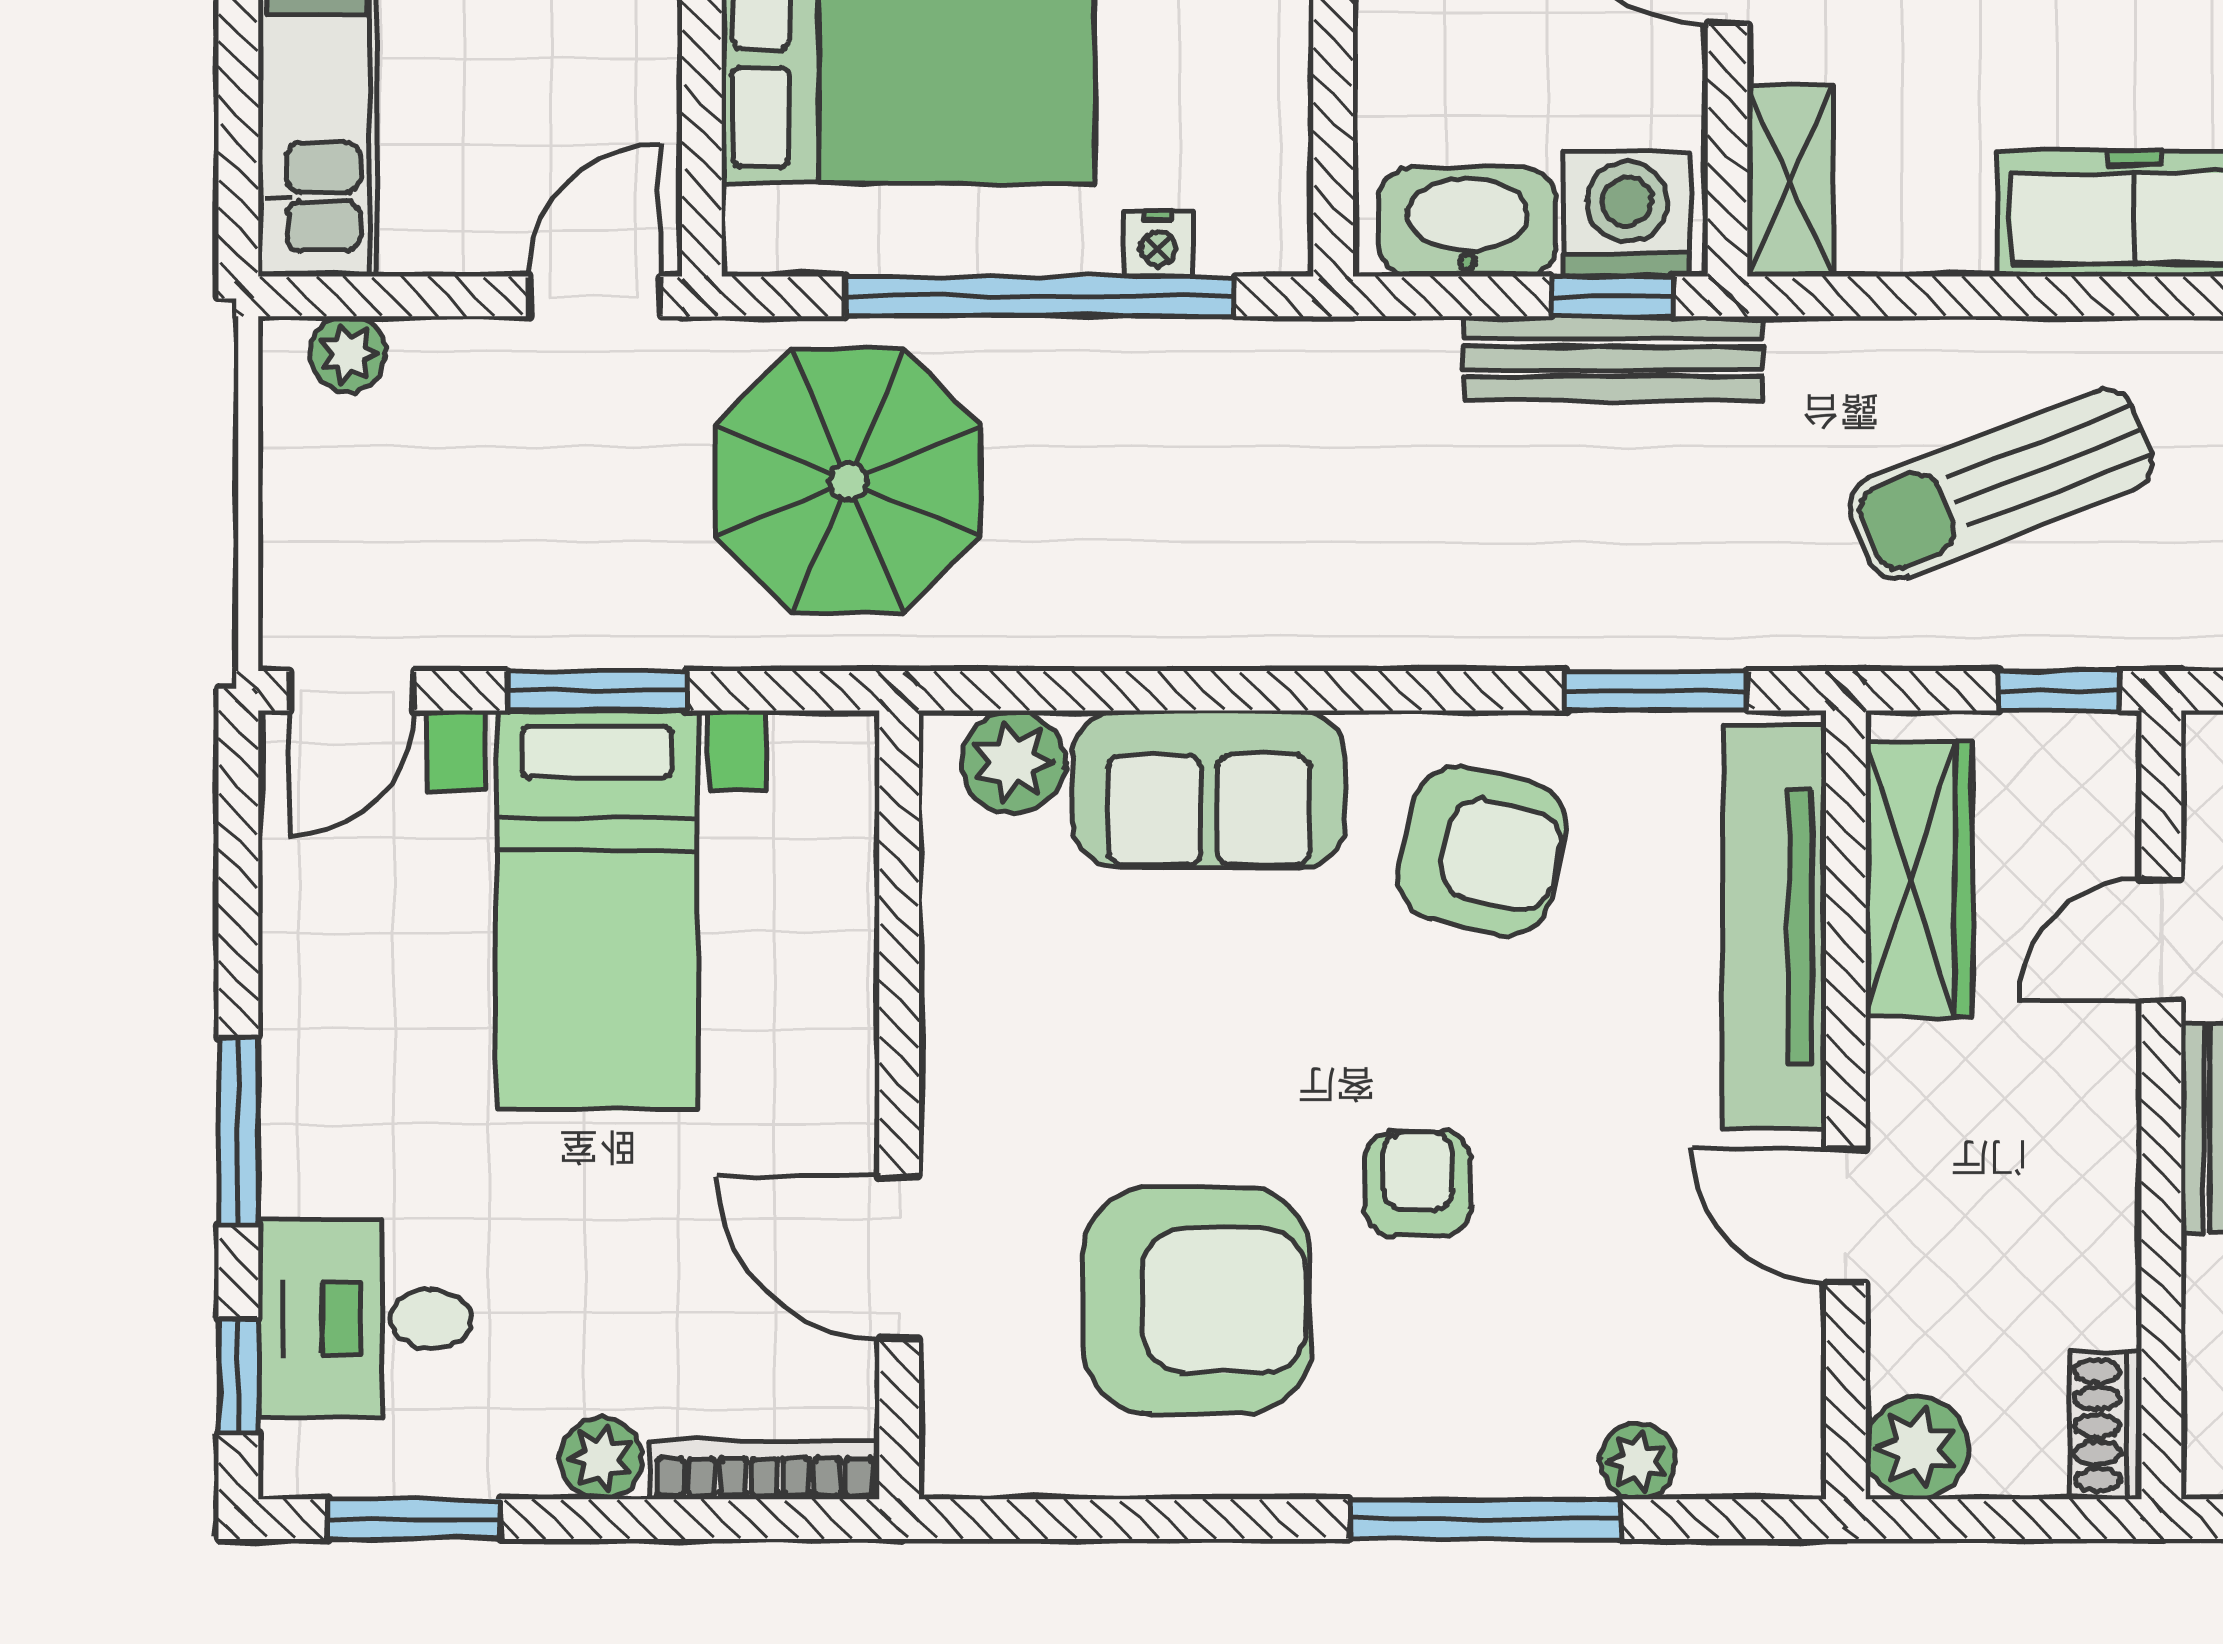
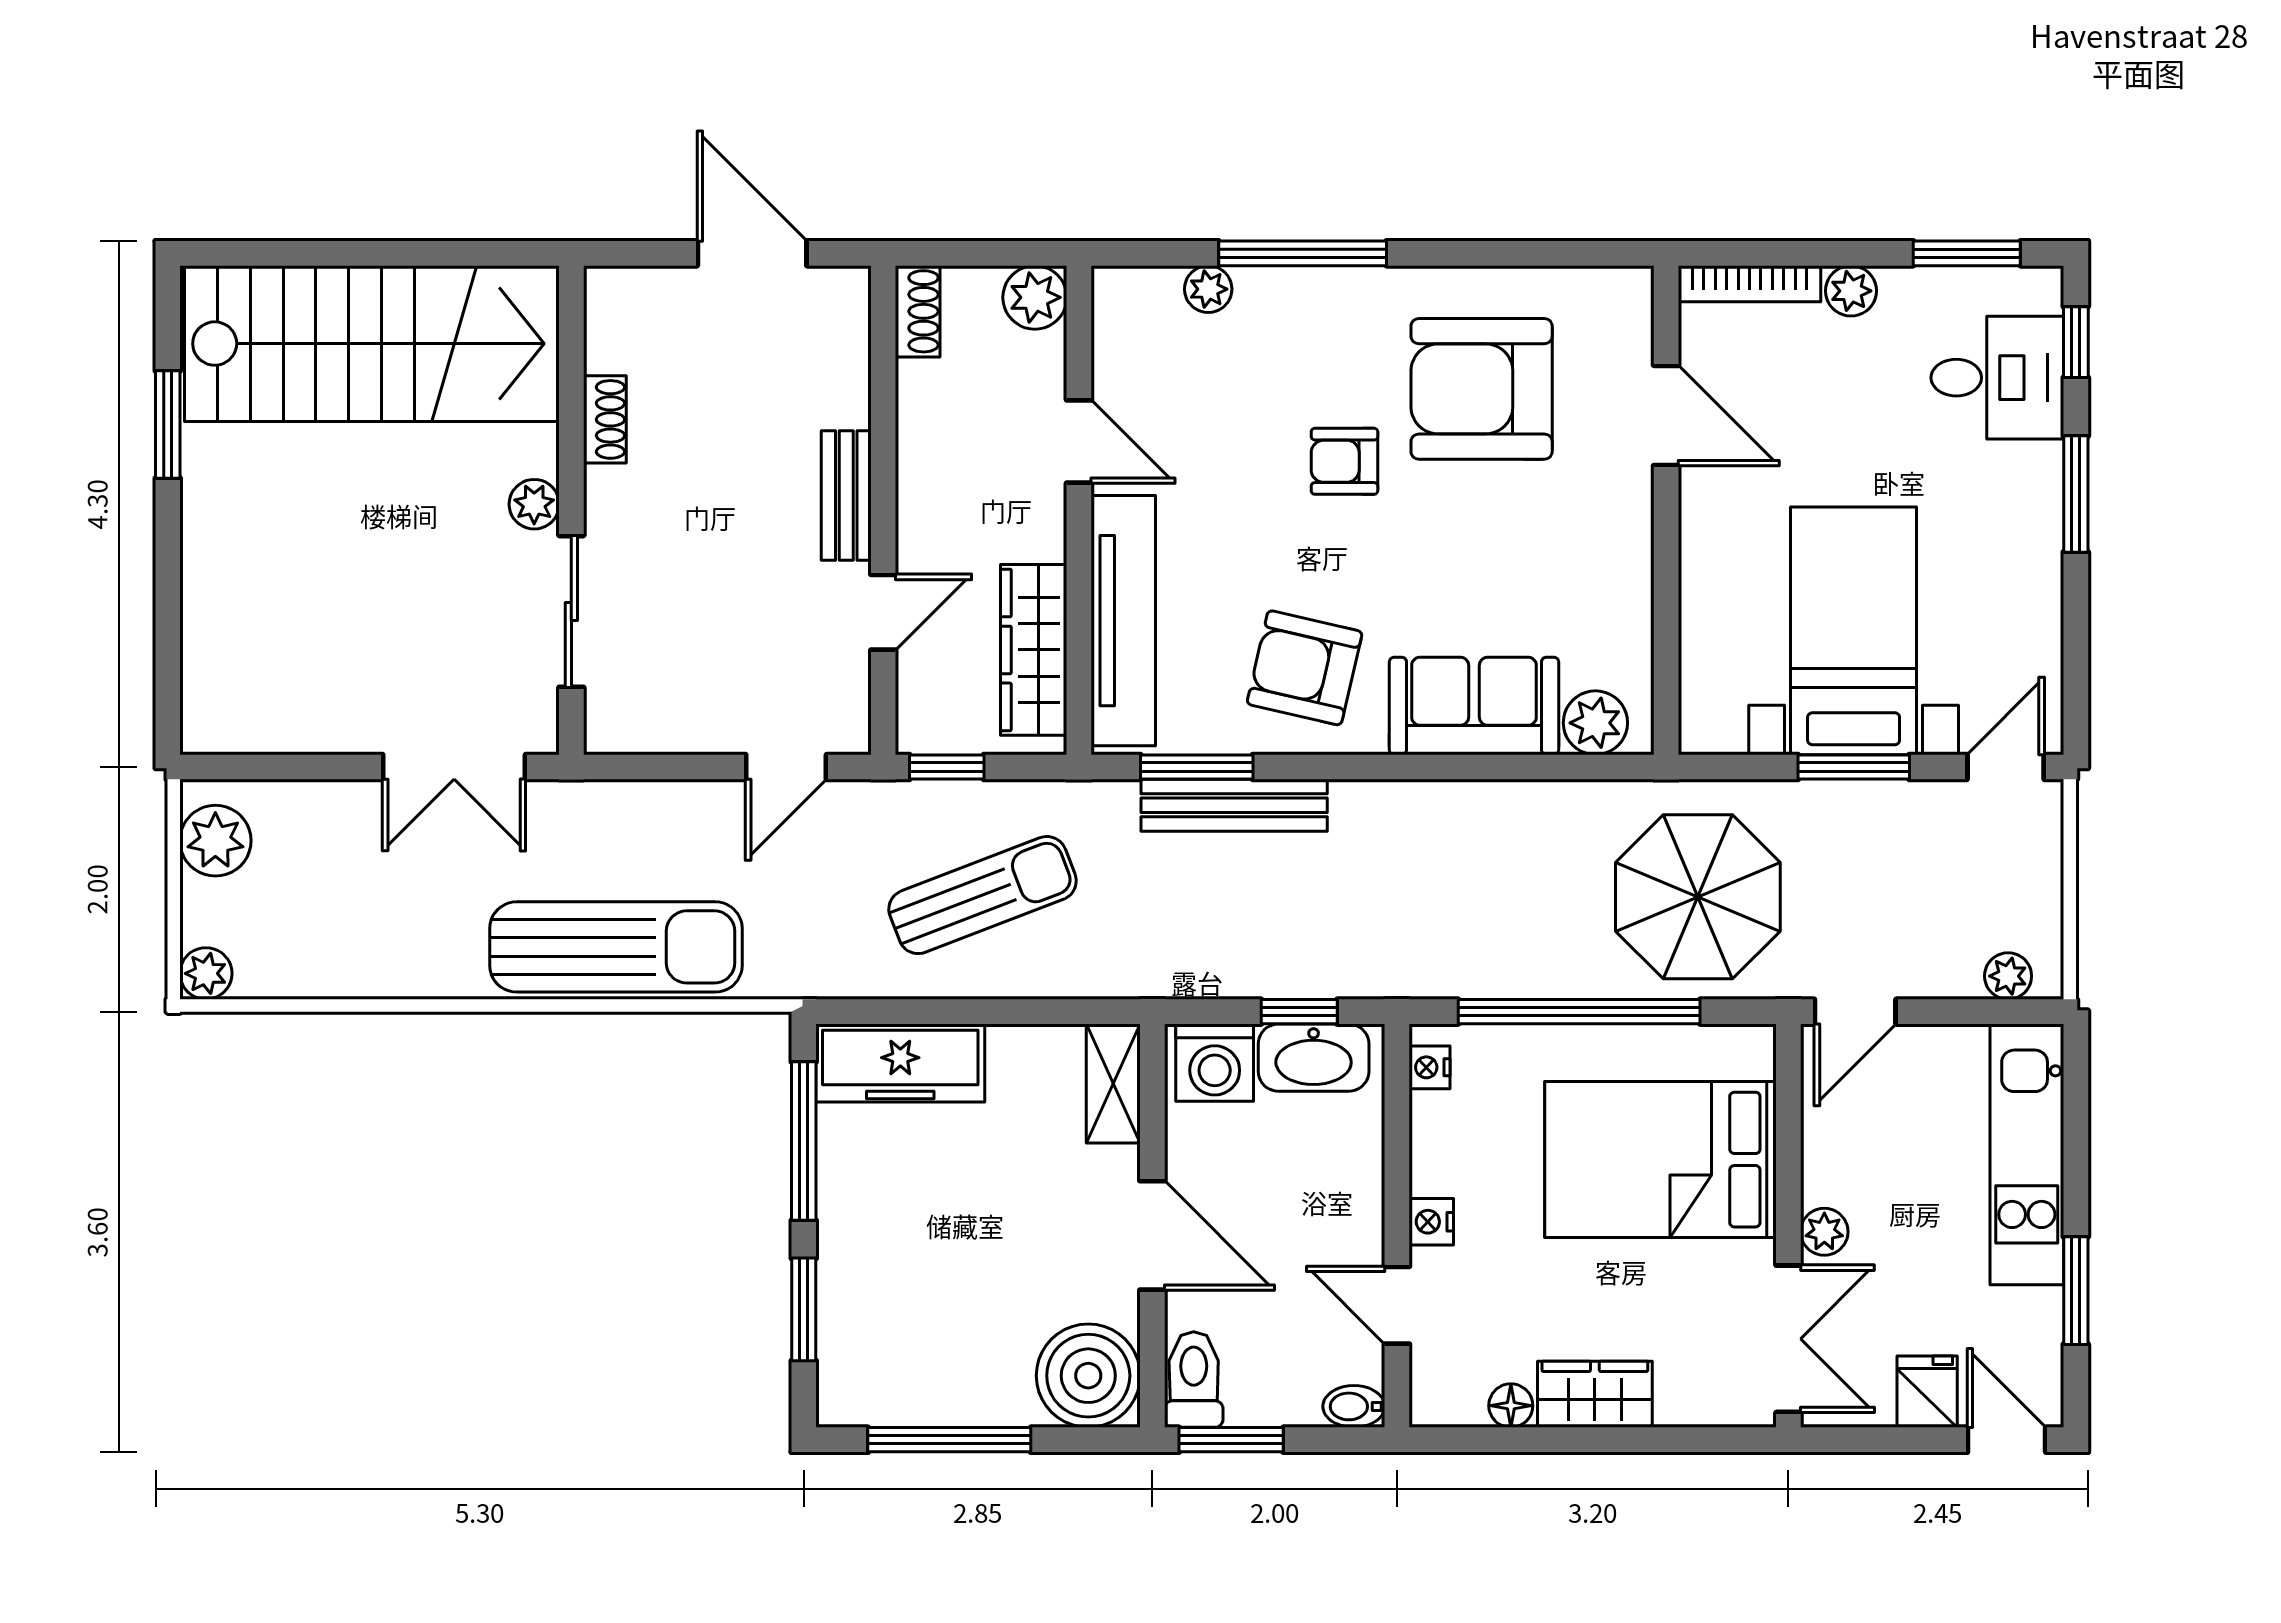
nightstand: (1158, 244) -> (1430, 1067), moved, turned -90
window: (1612, 296) -> (1299, 1012), moved
bench: (1613, 358) -> (1234, 805), moved
armchair: (1418, 1184) -> (1344, 461), turned 90

